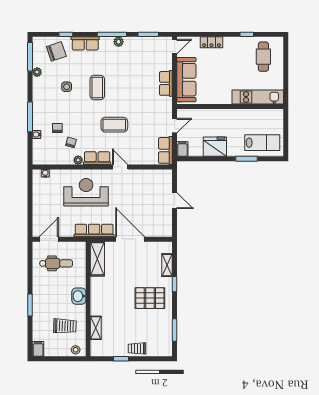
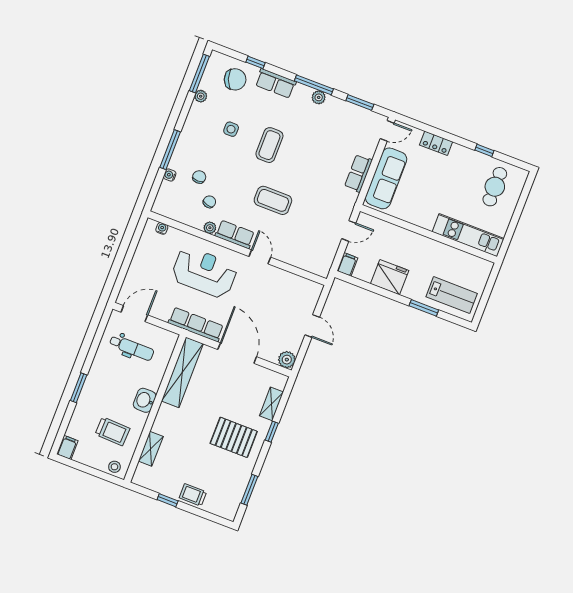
row of seats: (165, 150) -> (325, 258), removed
plant: (166, 231) -> (287, 360), added
shelving: (97, 259) -> (182, 372), width x1.47

